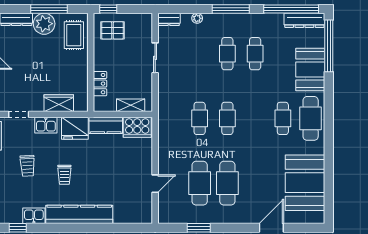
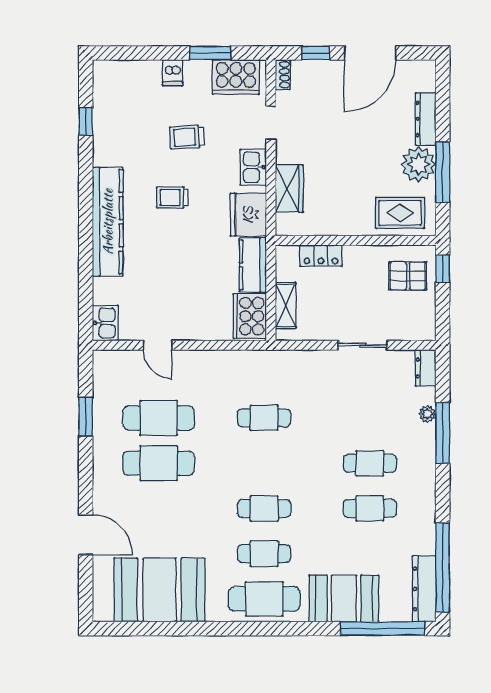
window: (231, 9) -> (443, 433), moved
pallet: (113, 30) -> (408, 276), turned 90
cafe table: (227, 118) -> (264, 508), moved
kitchen sink: (34, 216) -> (105, 323), moved

